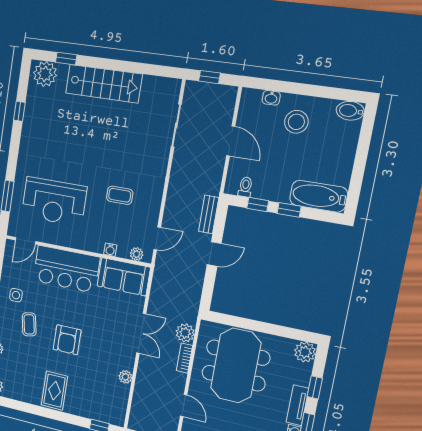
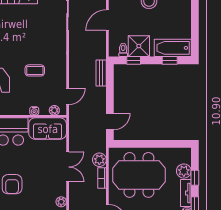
door: (231, 141) -> (107, 20), swing flipped
shower: (269, 185) -> (139, 46), added
window: (289, 210) -> (170, 60), moved
door: (214, 254) -> (110, 121), moved
plant: (305, 352) -> (184, 171), moved
meeting table: (236, 365) -> (139, 175), turned 90

